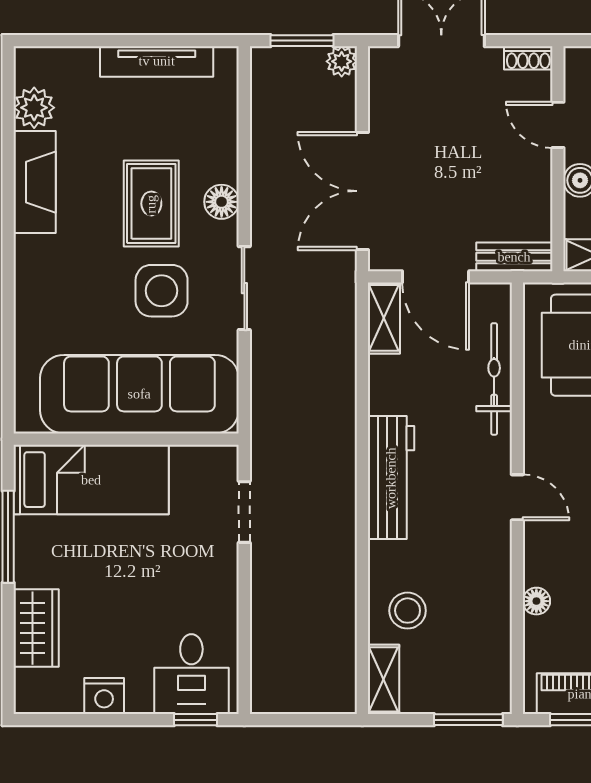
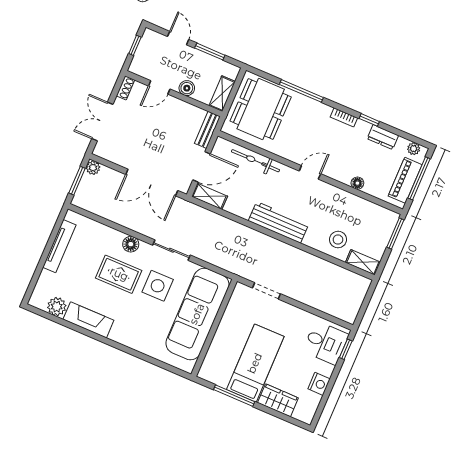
bed: (91, 480) -> (255, 363), moved

